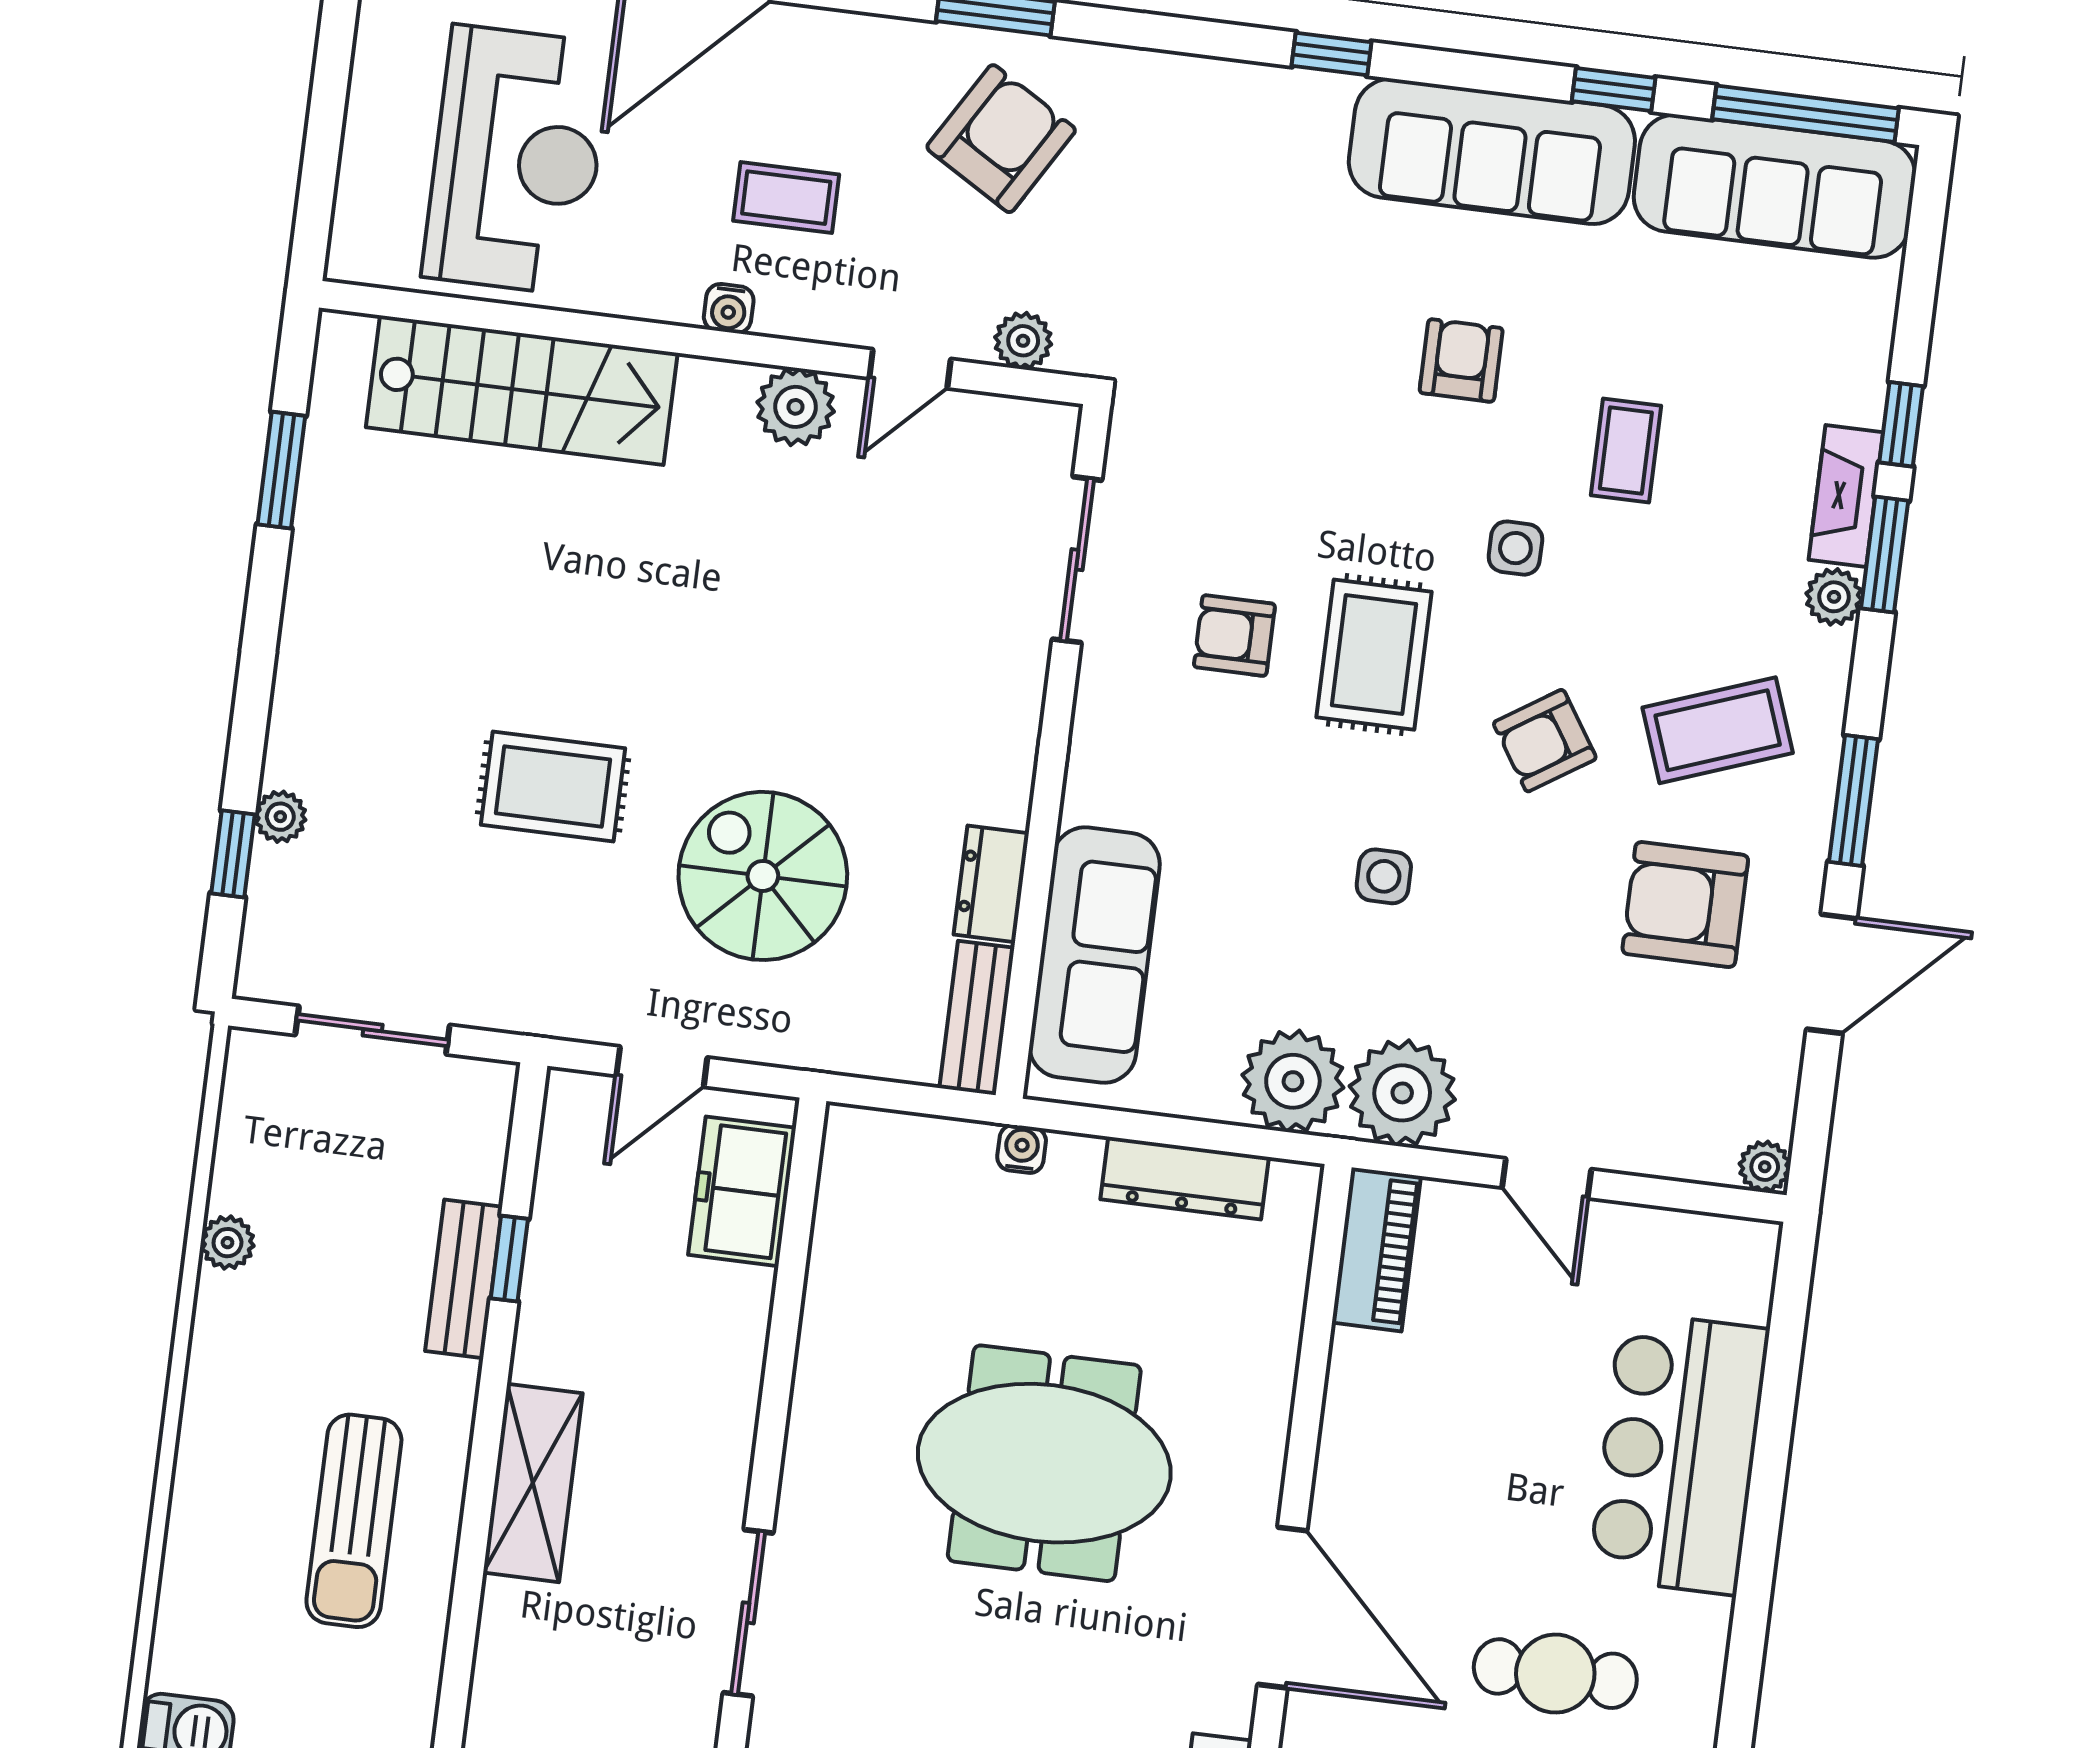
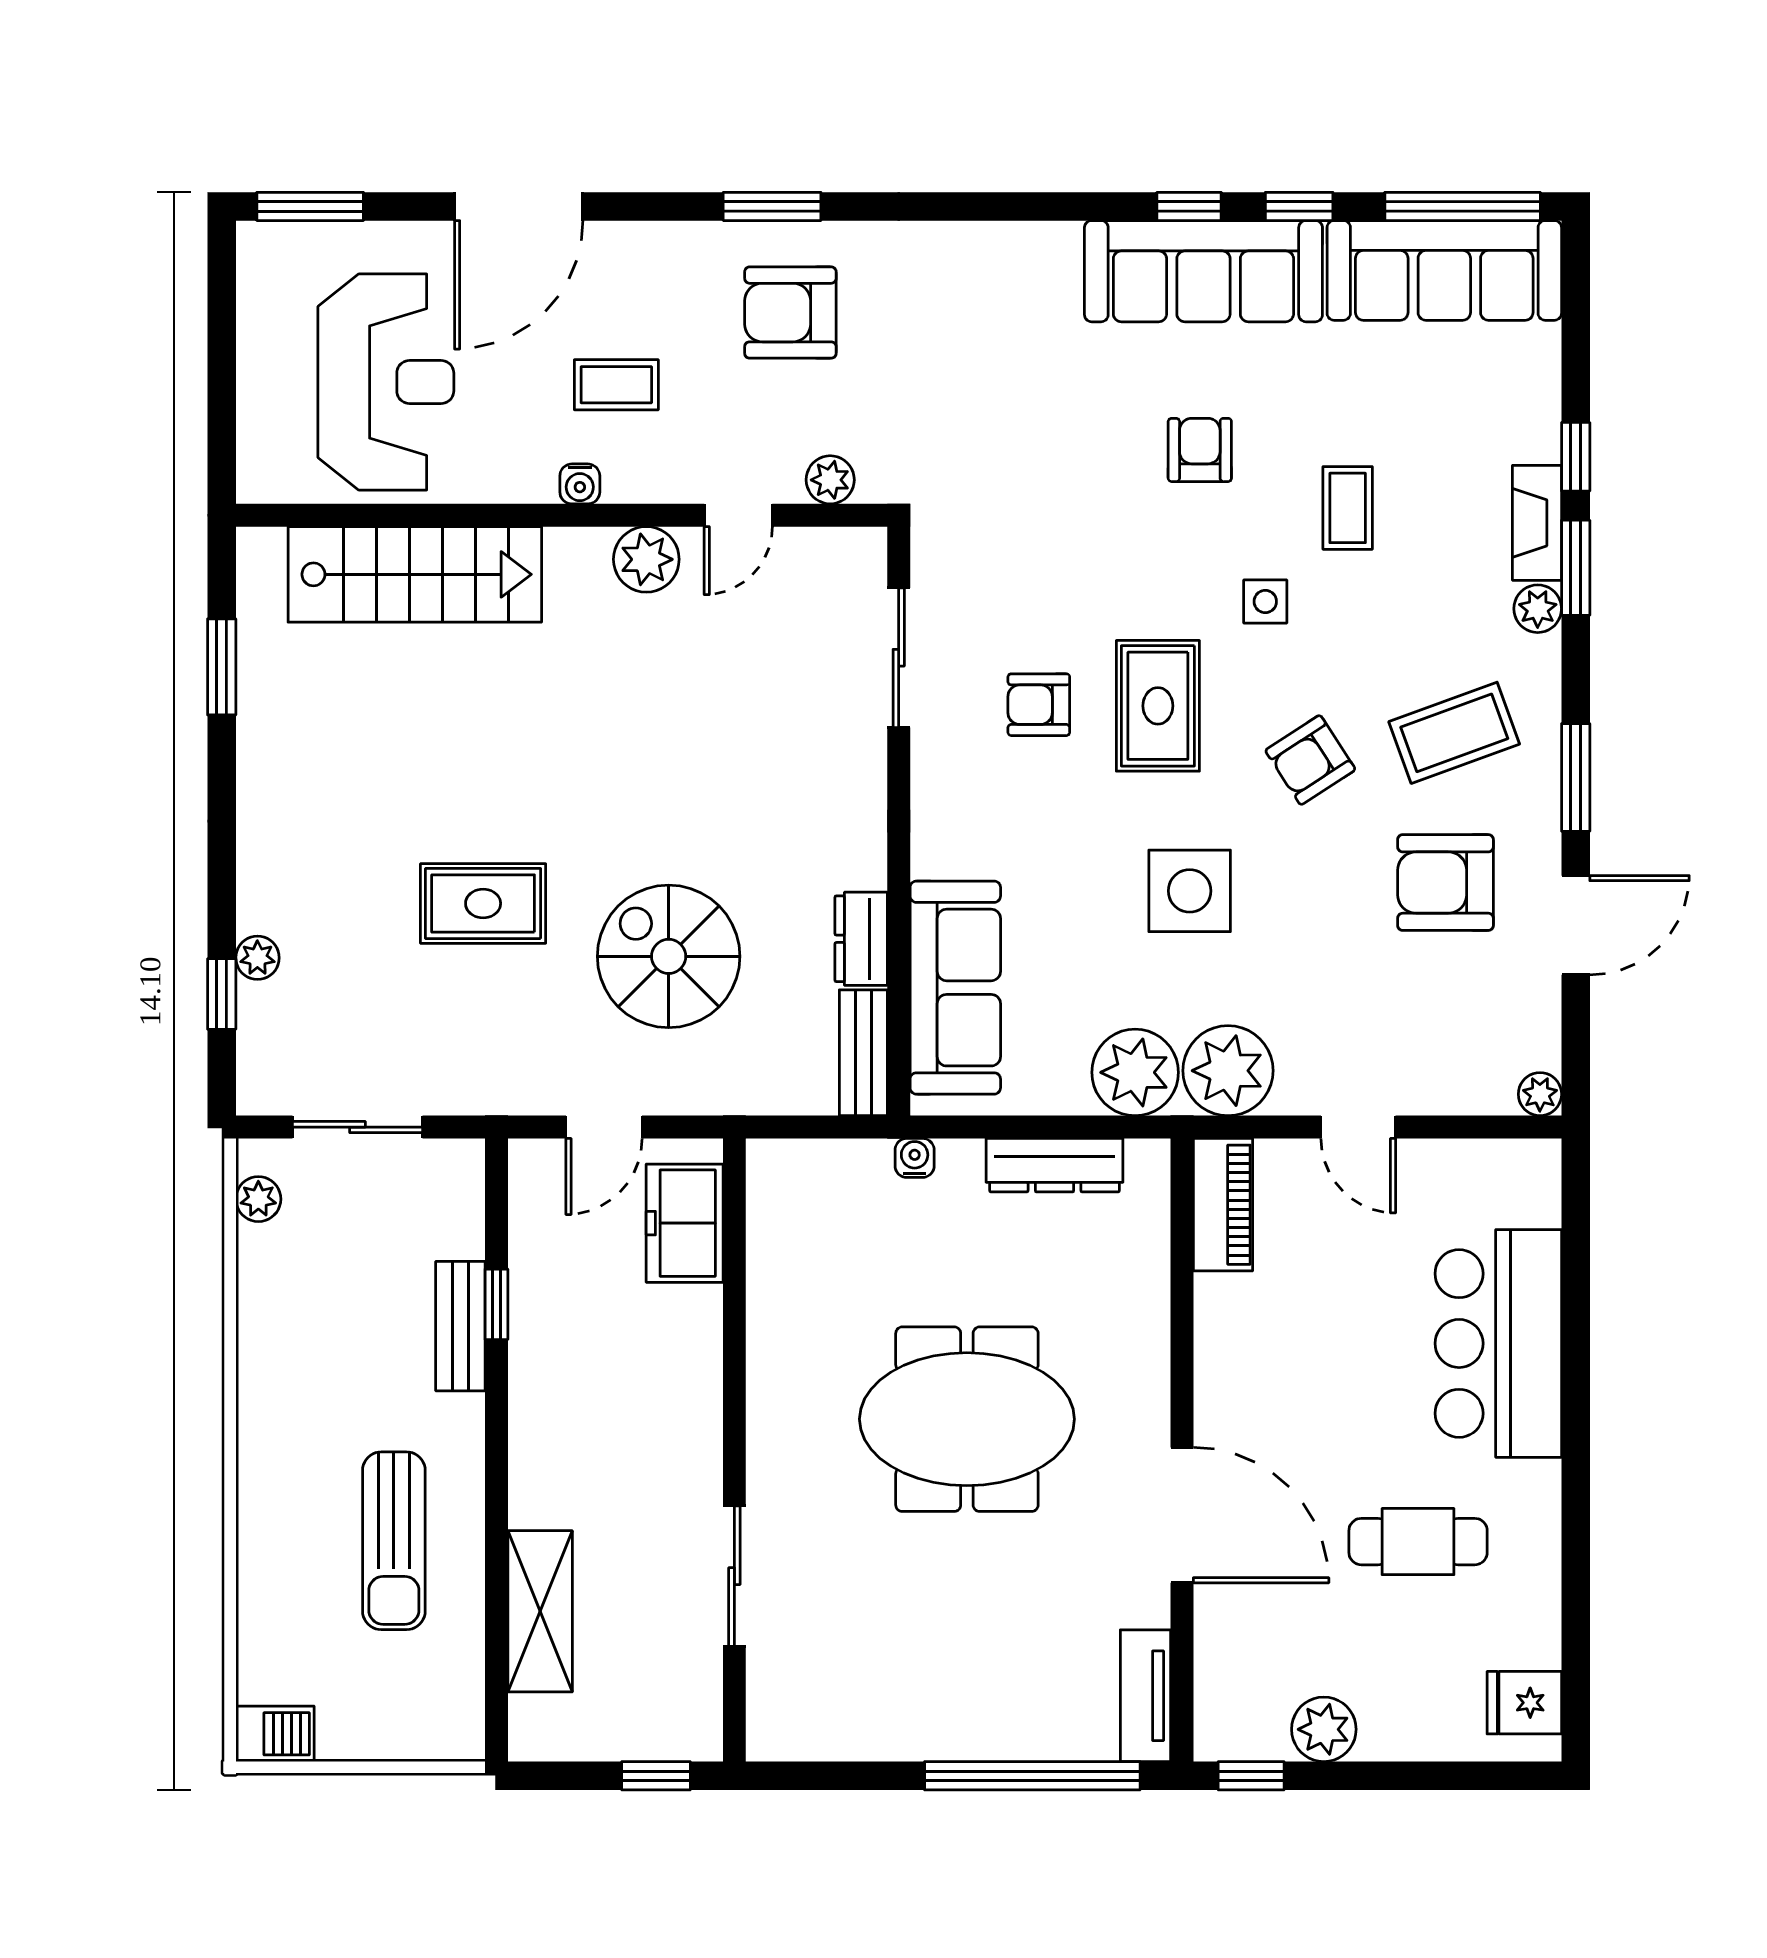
window: (1332, 54) -> (1189, 206), moved
armchair: (1001, 139) -> (790, 313), turned -121
side table: (1384, 876) -> (1190, 891), width x1.87, depth x1.87
plant: (227, 1243) -> (258, 1199), moved
shelving: (533, 1483) -> (540, 1611), moved

